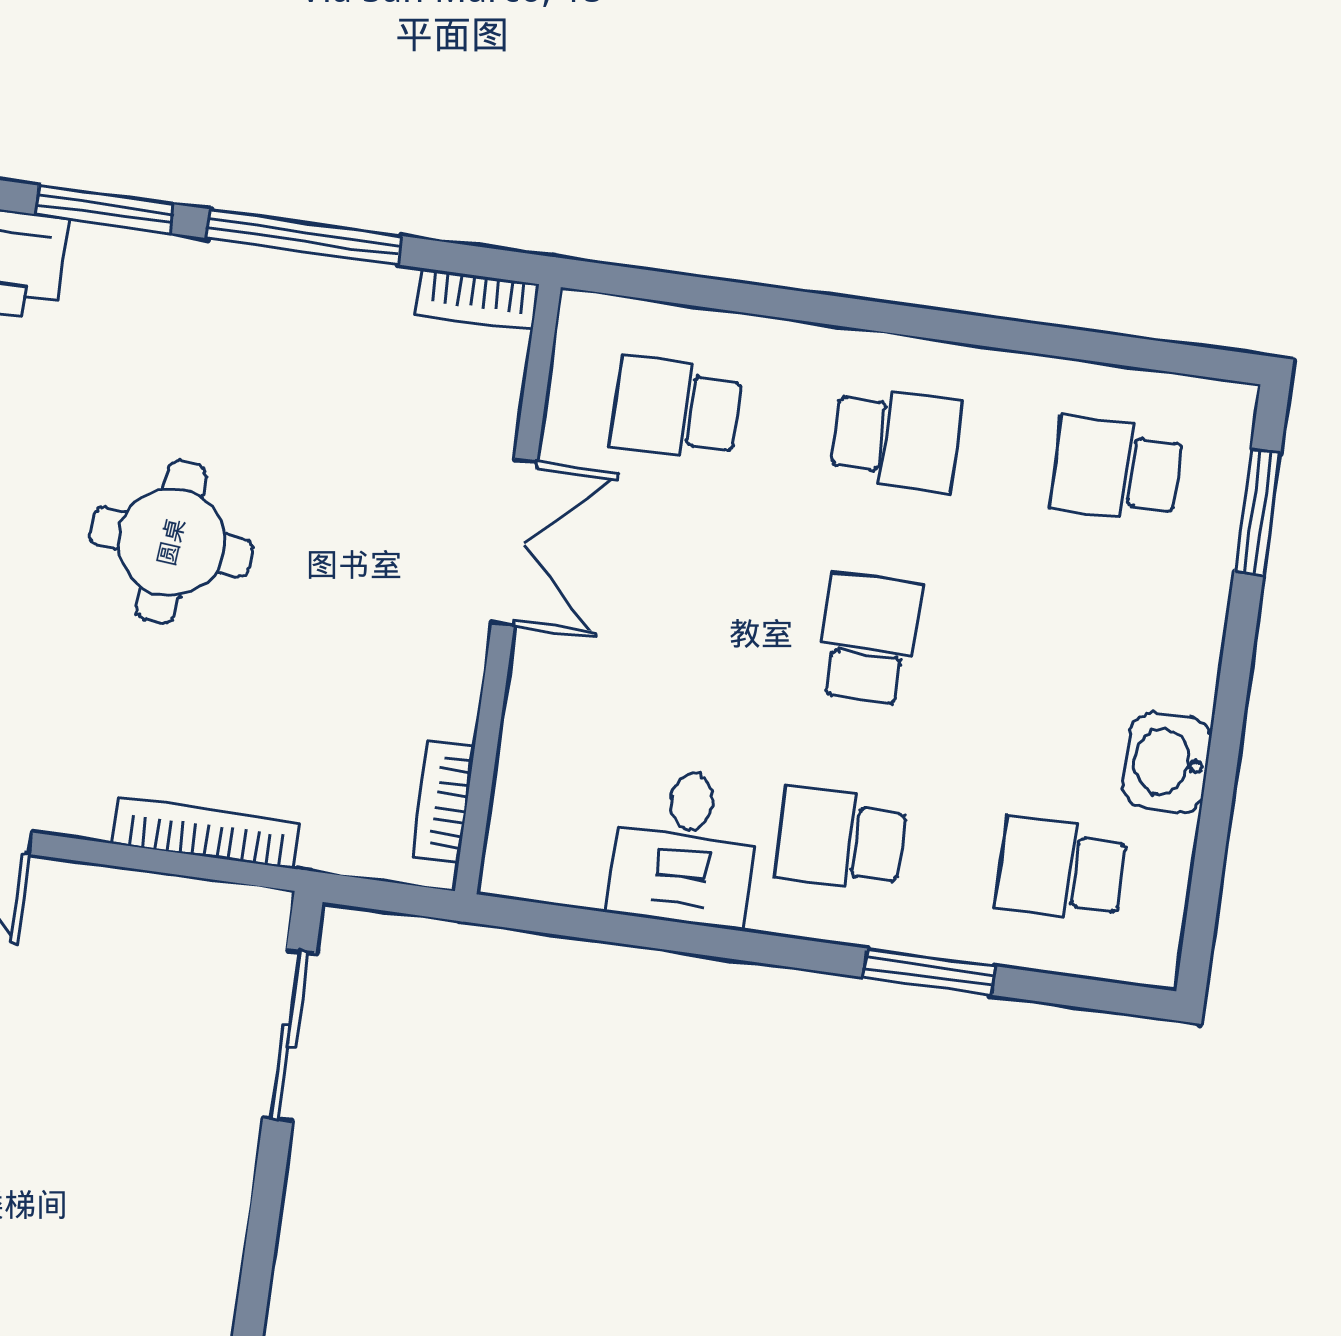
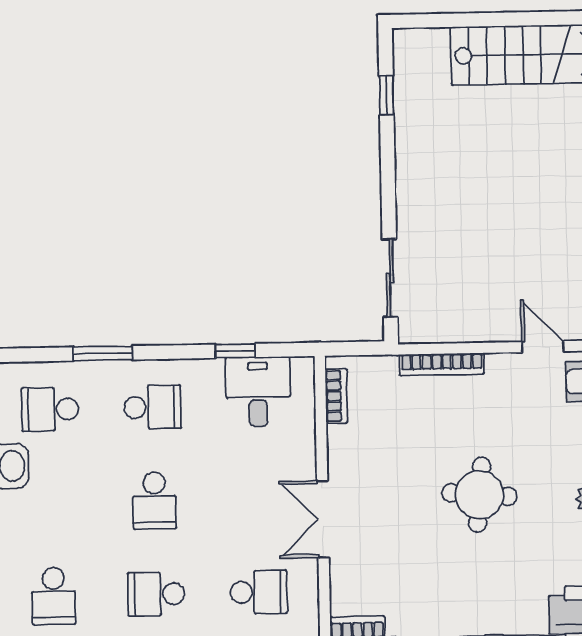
school desk: (1116, 470) -> (54, 596), turned 90
desk: (685, 847) -> (258, 392), moved
school desk: (1061, 870) -> (50, 409), turned 180
window: (645, 932) -> (235, 351), added

